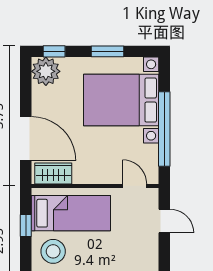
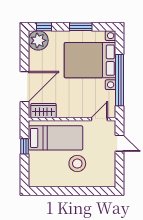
door: (26, 139) -> (25, 87), hinge flipped
door: (135, 186) -> (99, 119), hinge flipped
stool: (53, 251) -> (77, 164), moved

